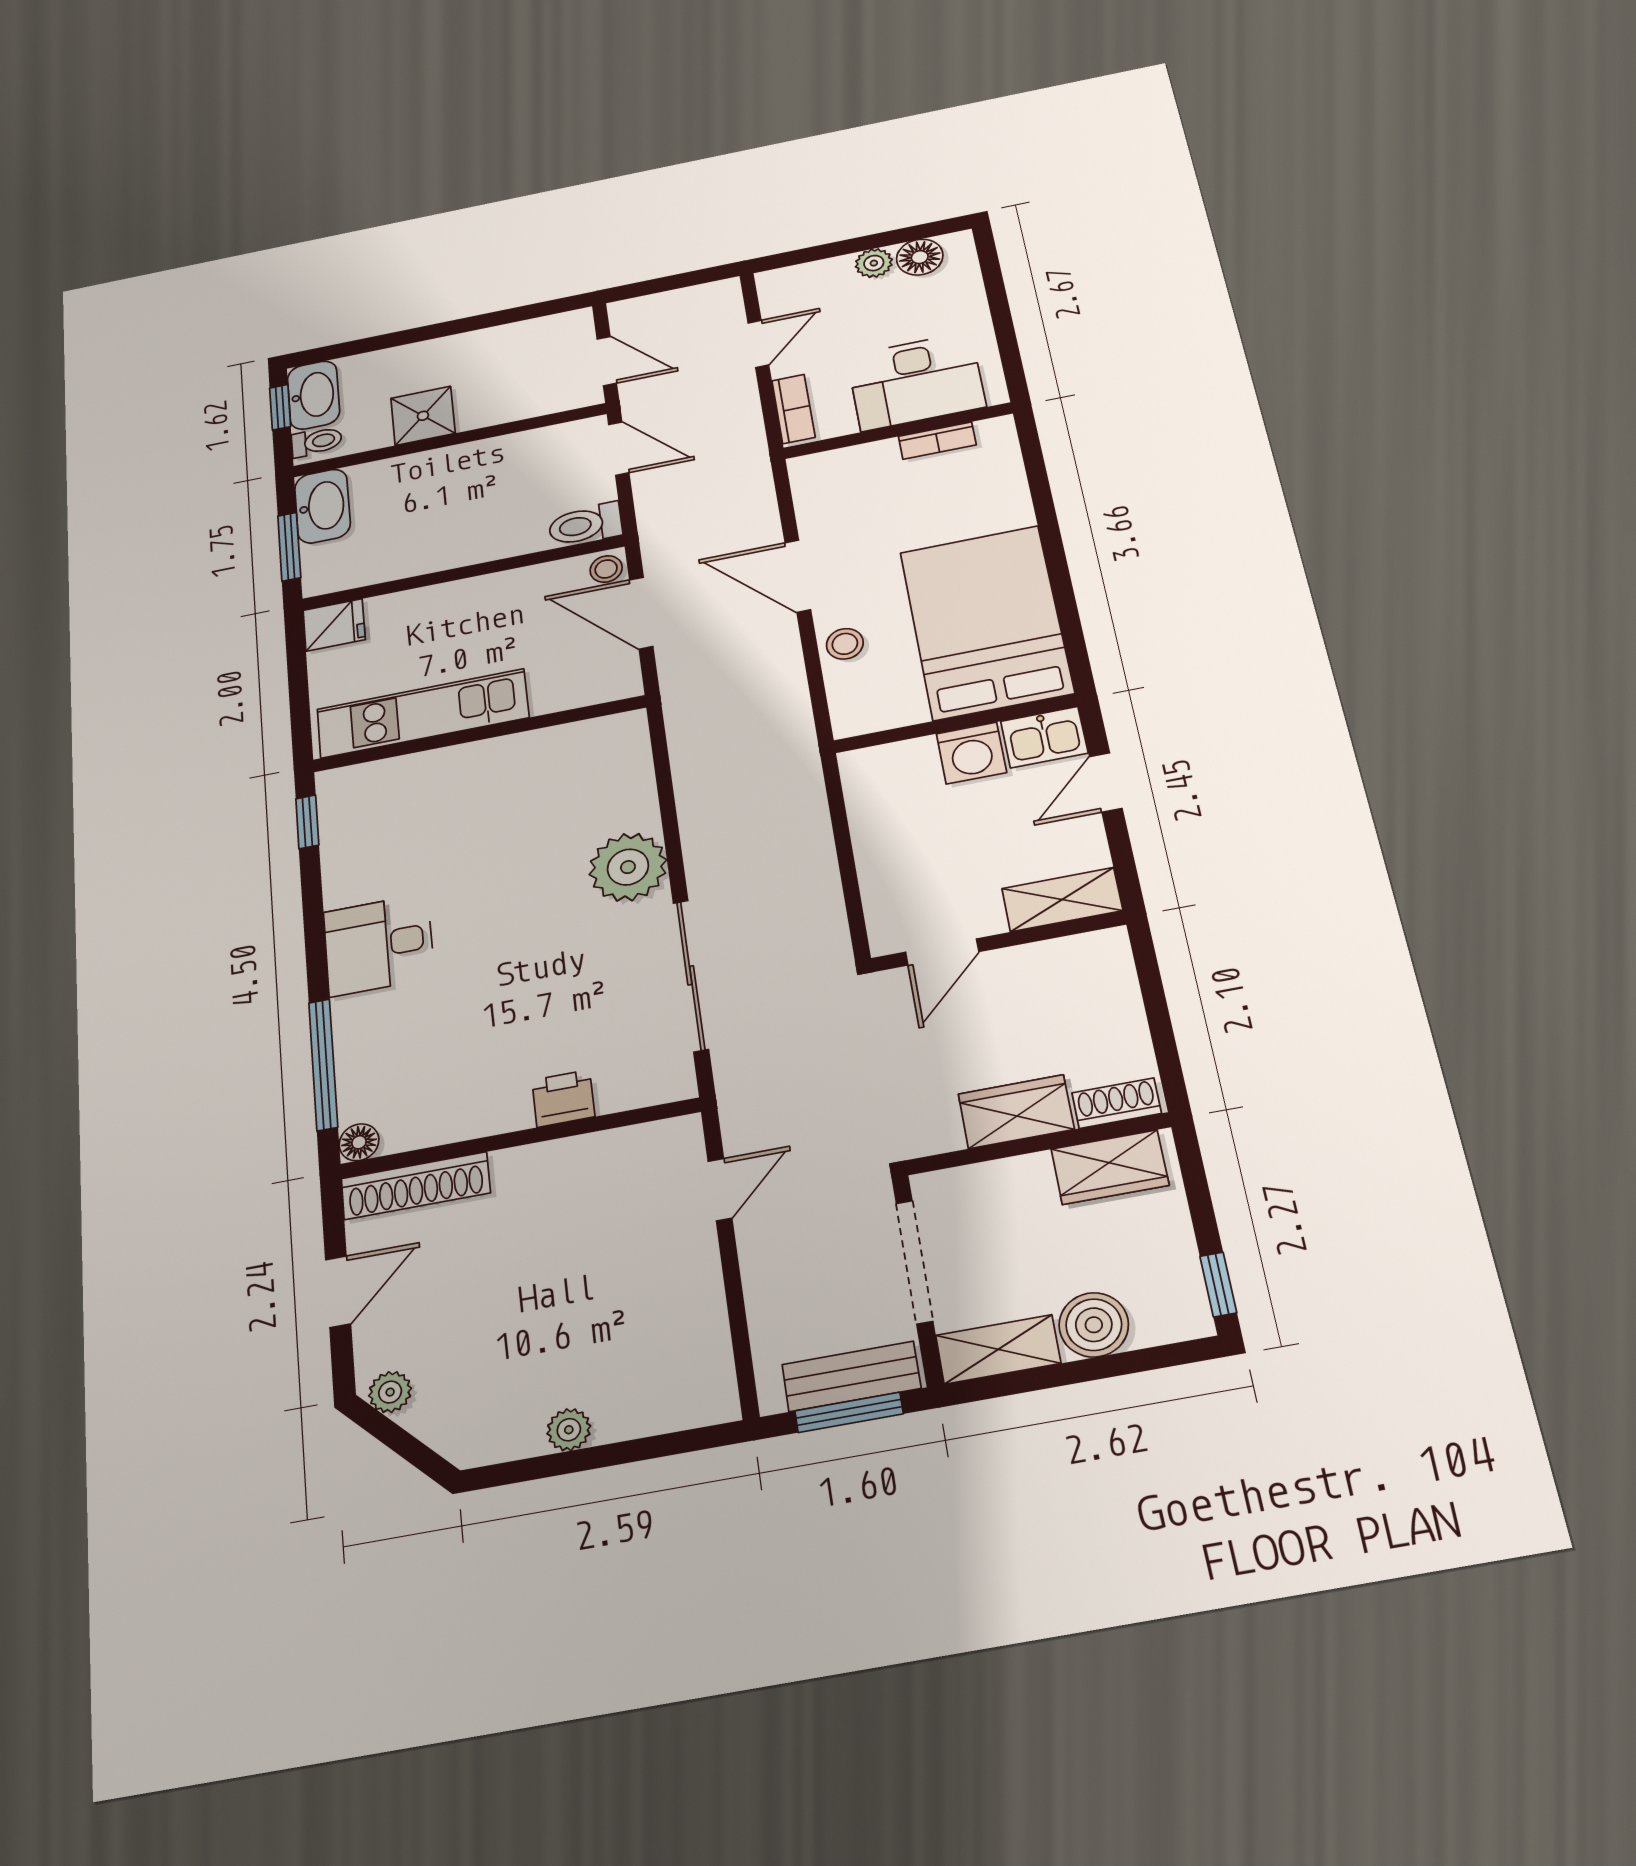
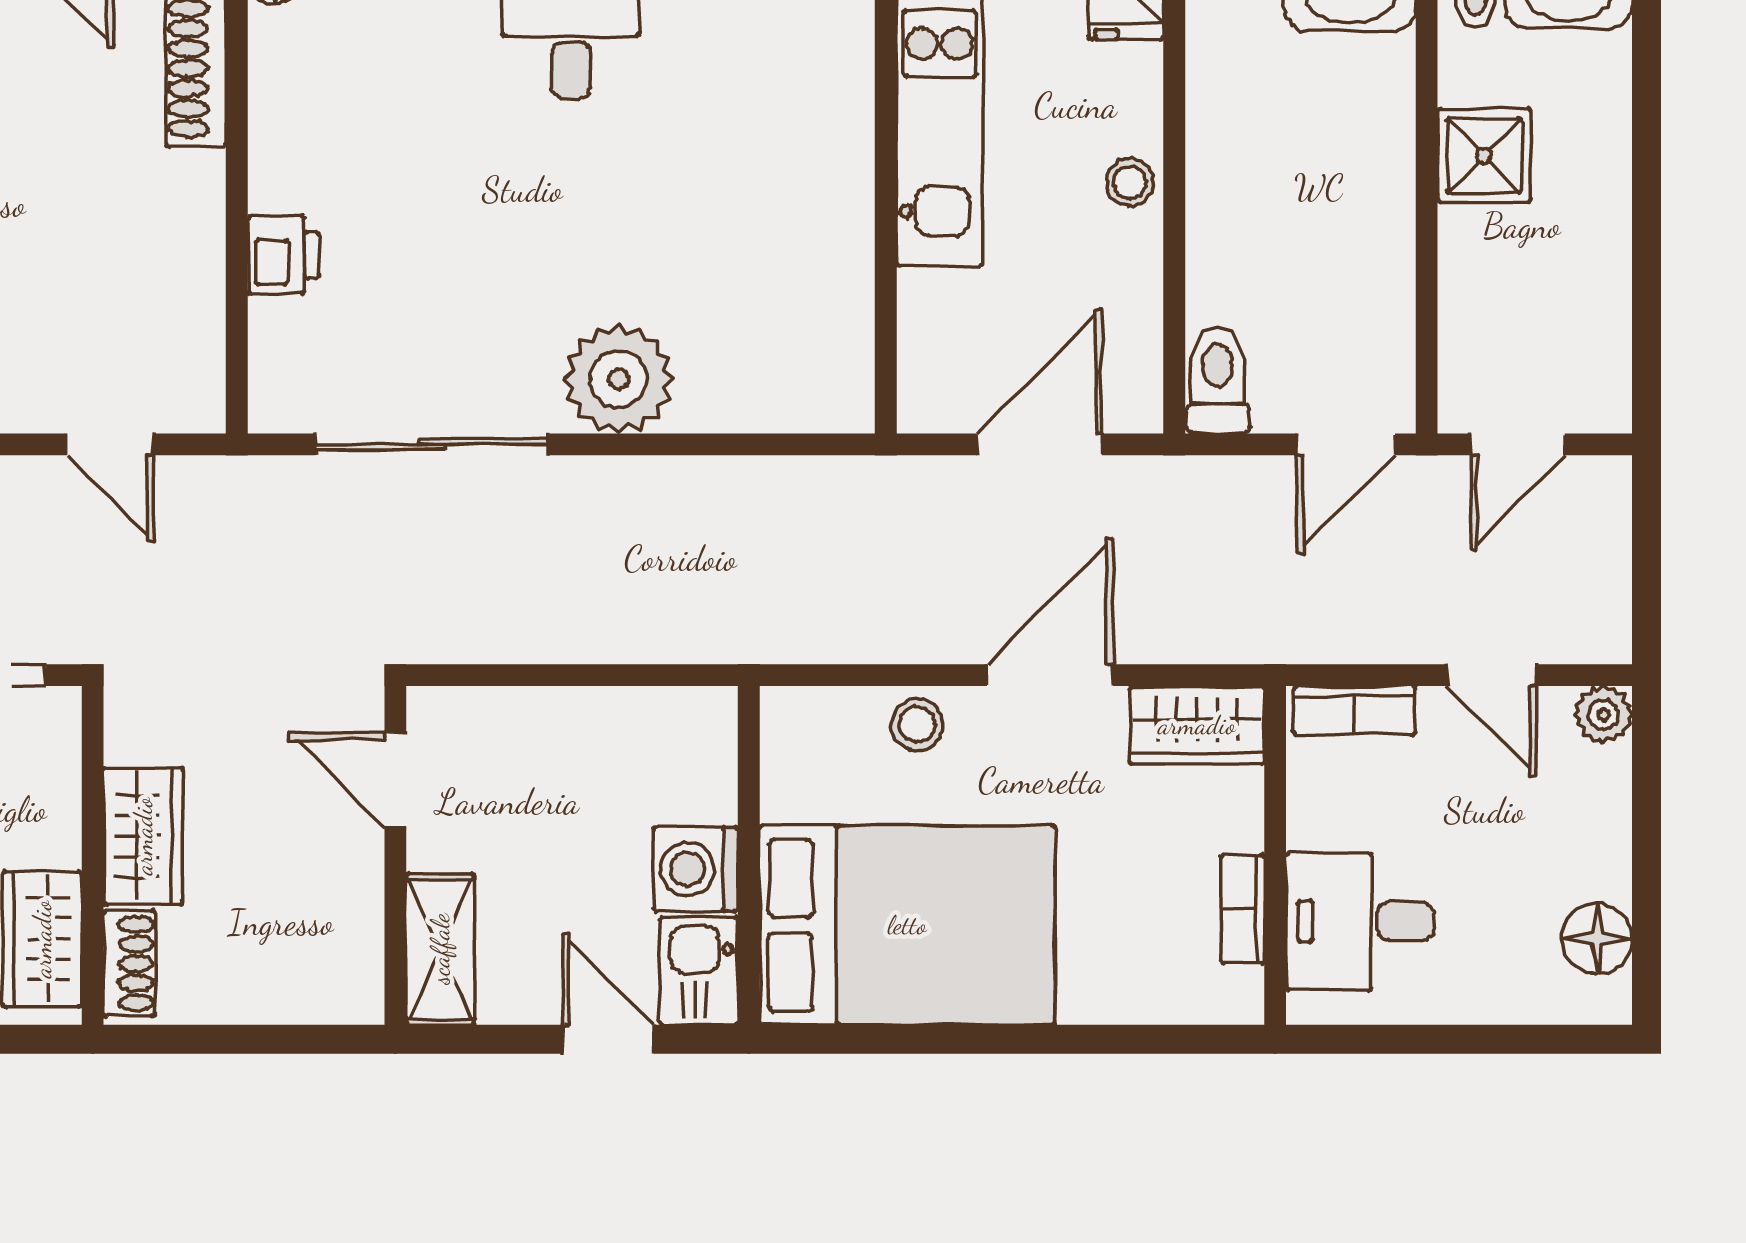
plant: (874, 263) -> (1603, 715), moved
desk: (916, 381) -> (1360, 921), width x0.73
wardrobe: (818, 490) -> (1197, 725), added
stool: (606, 569) -> (1130, 182), moved

